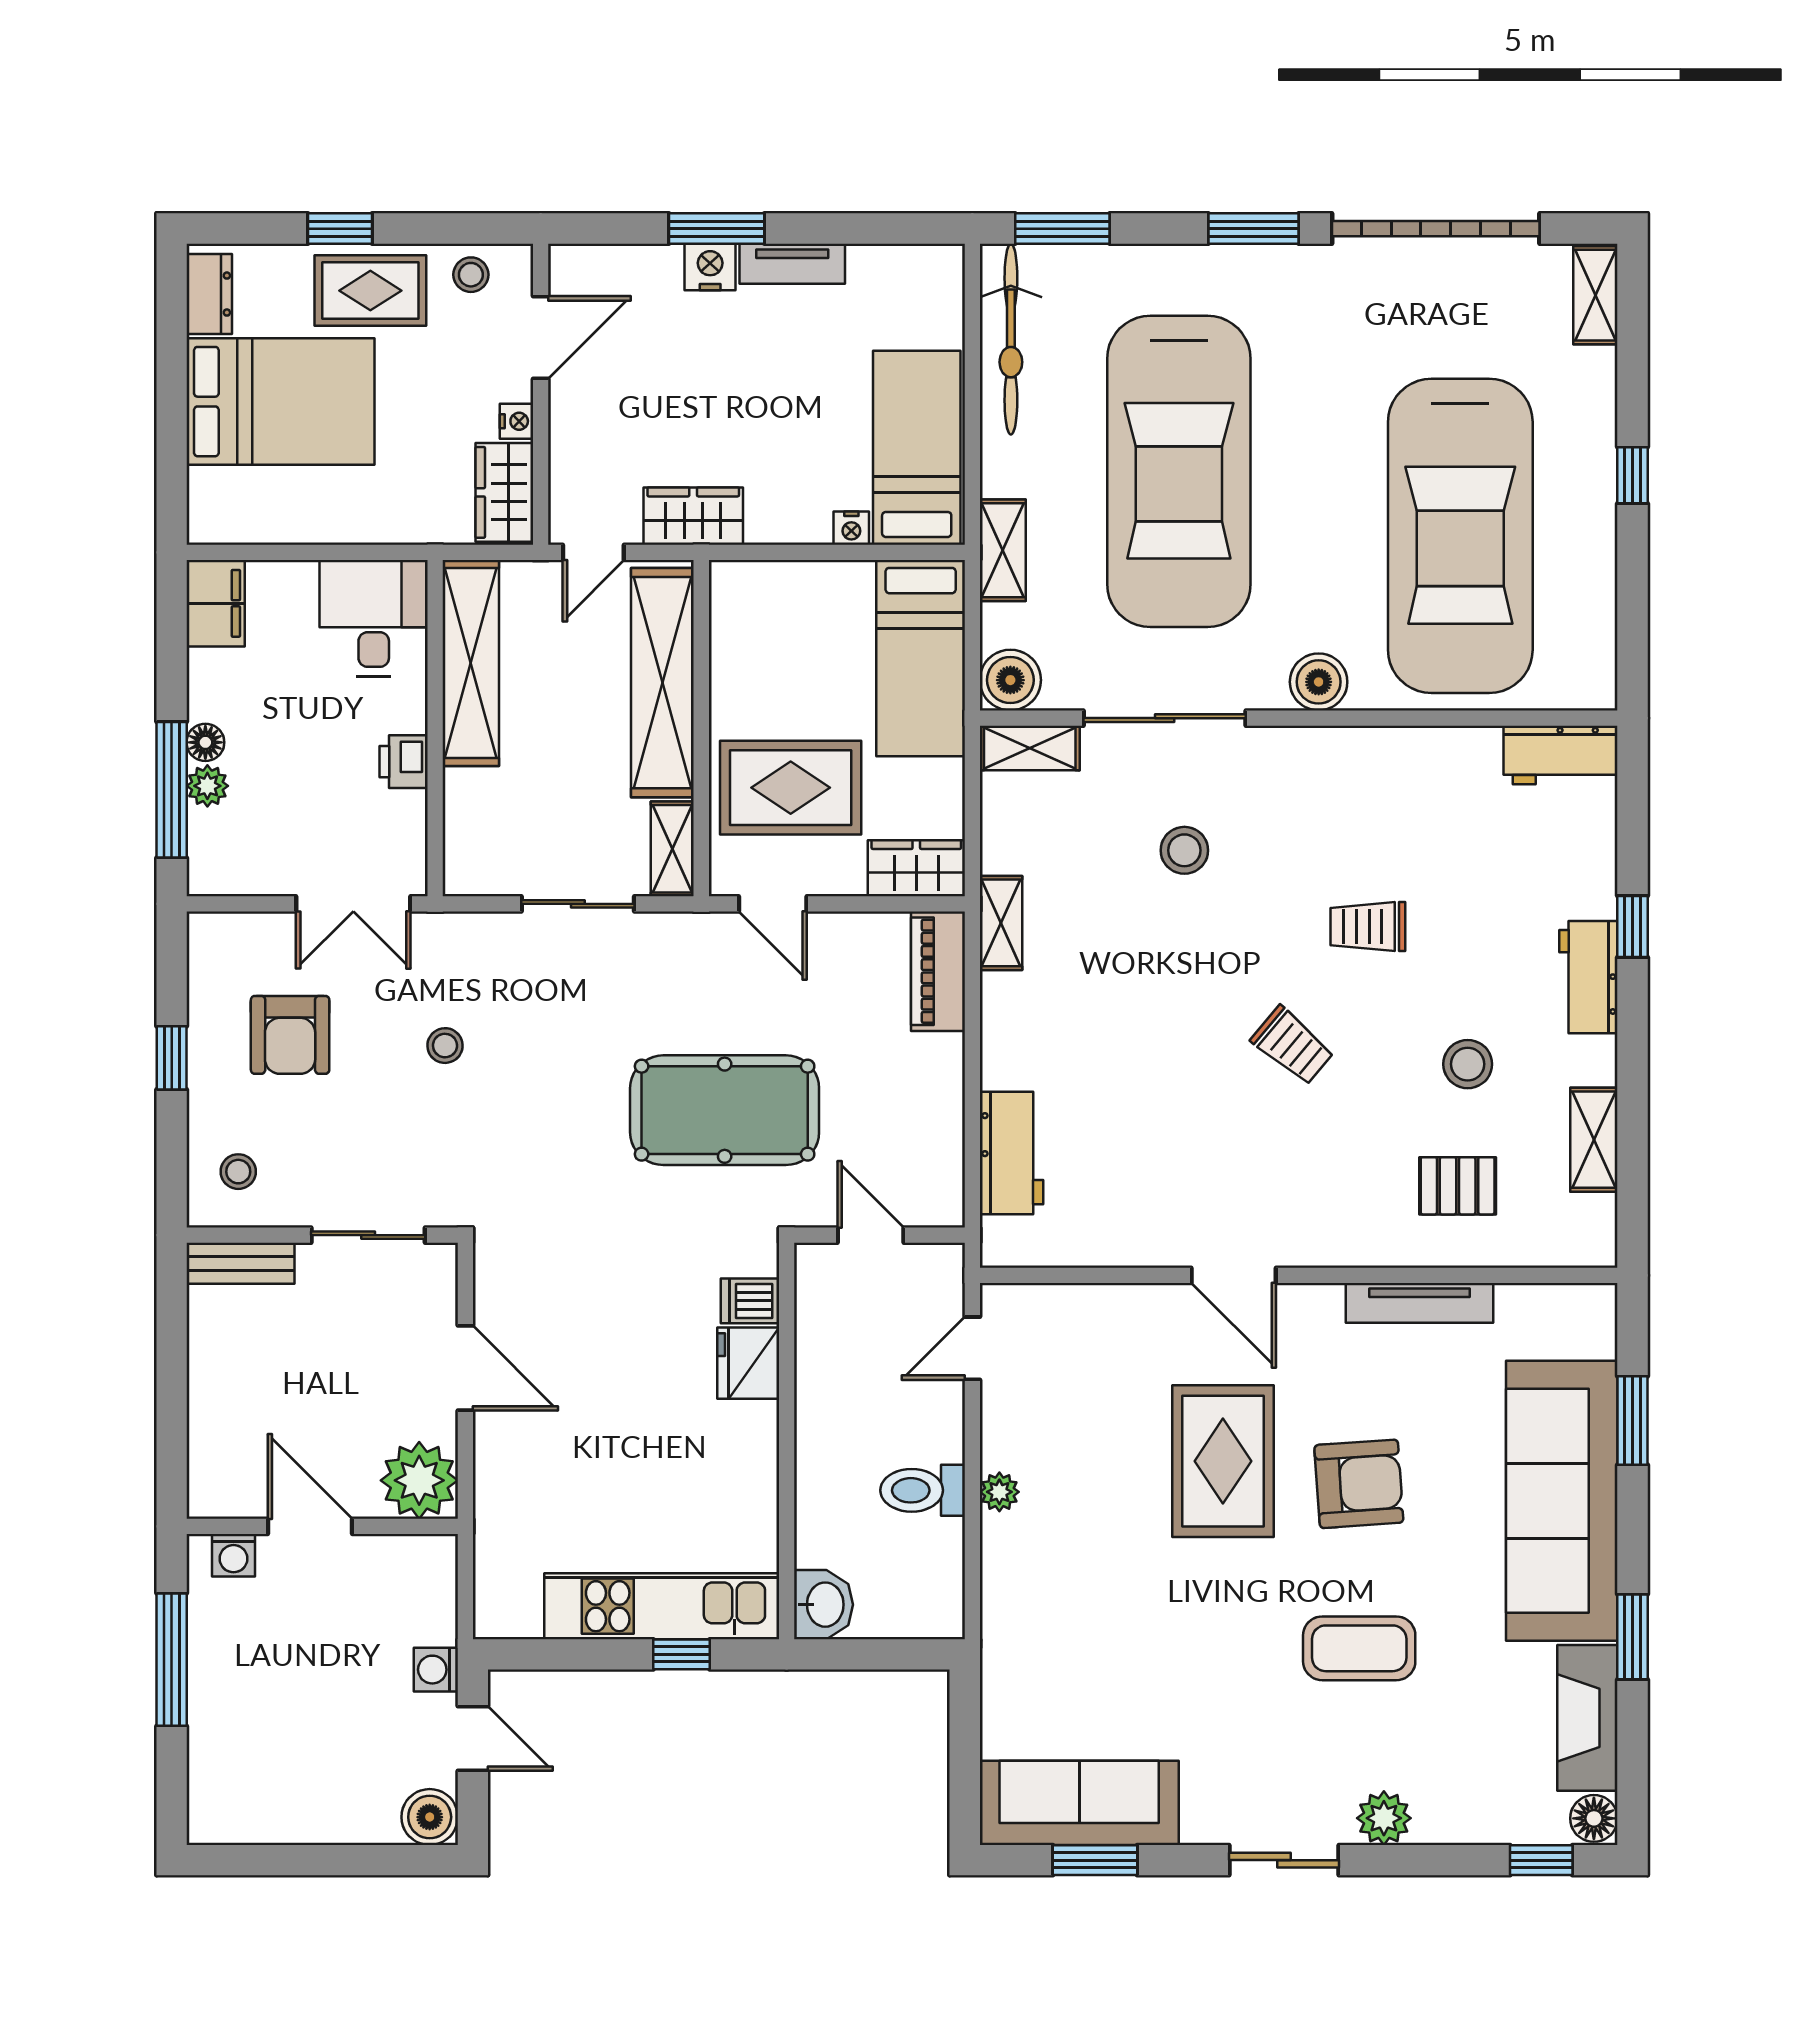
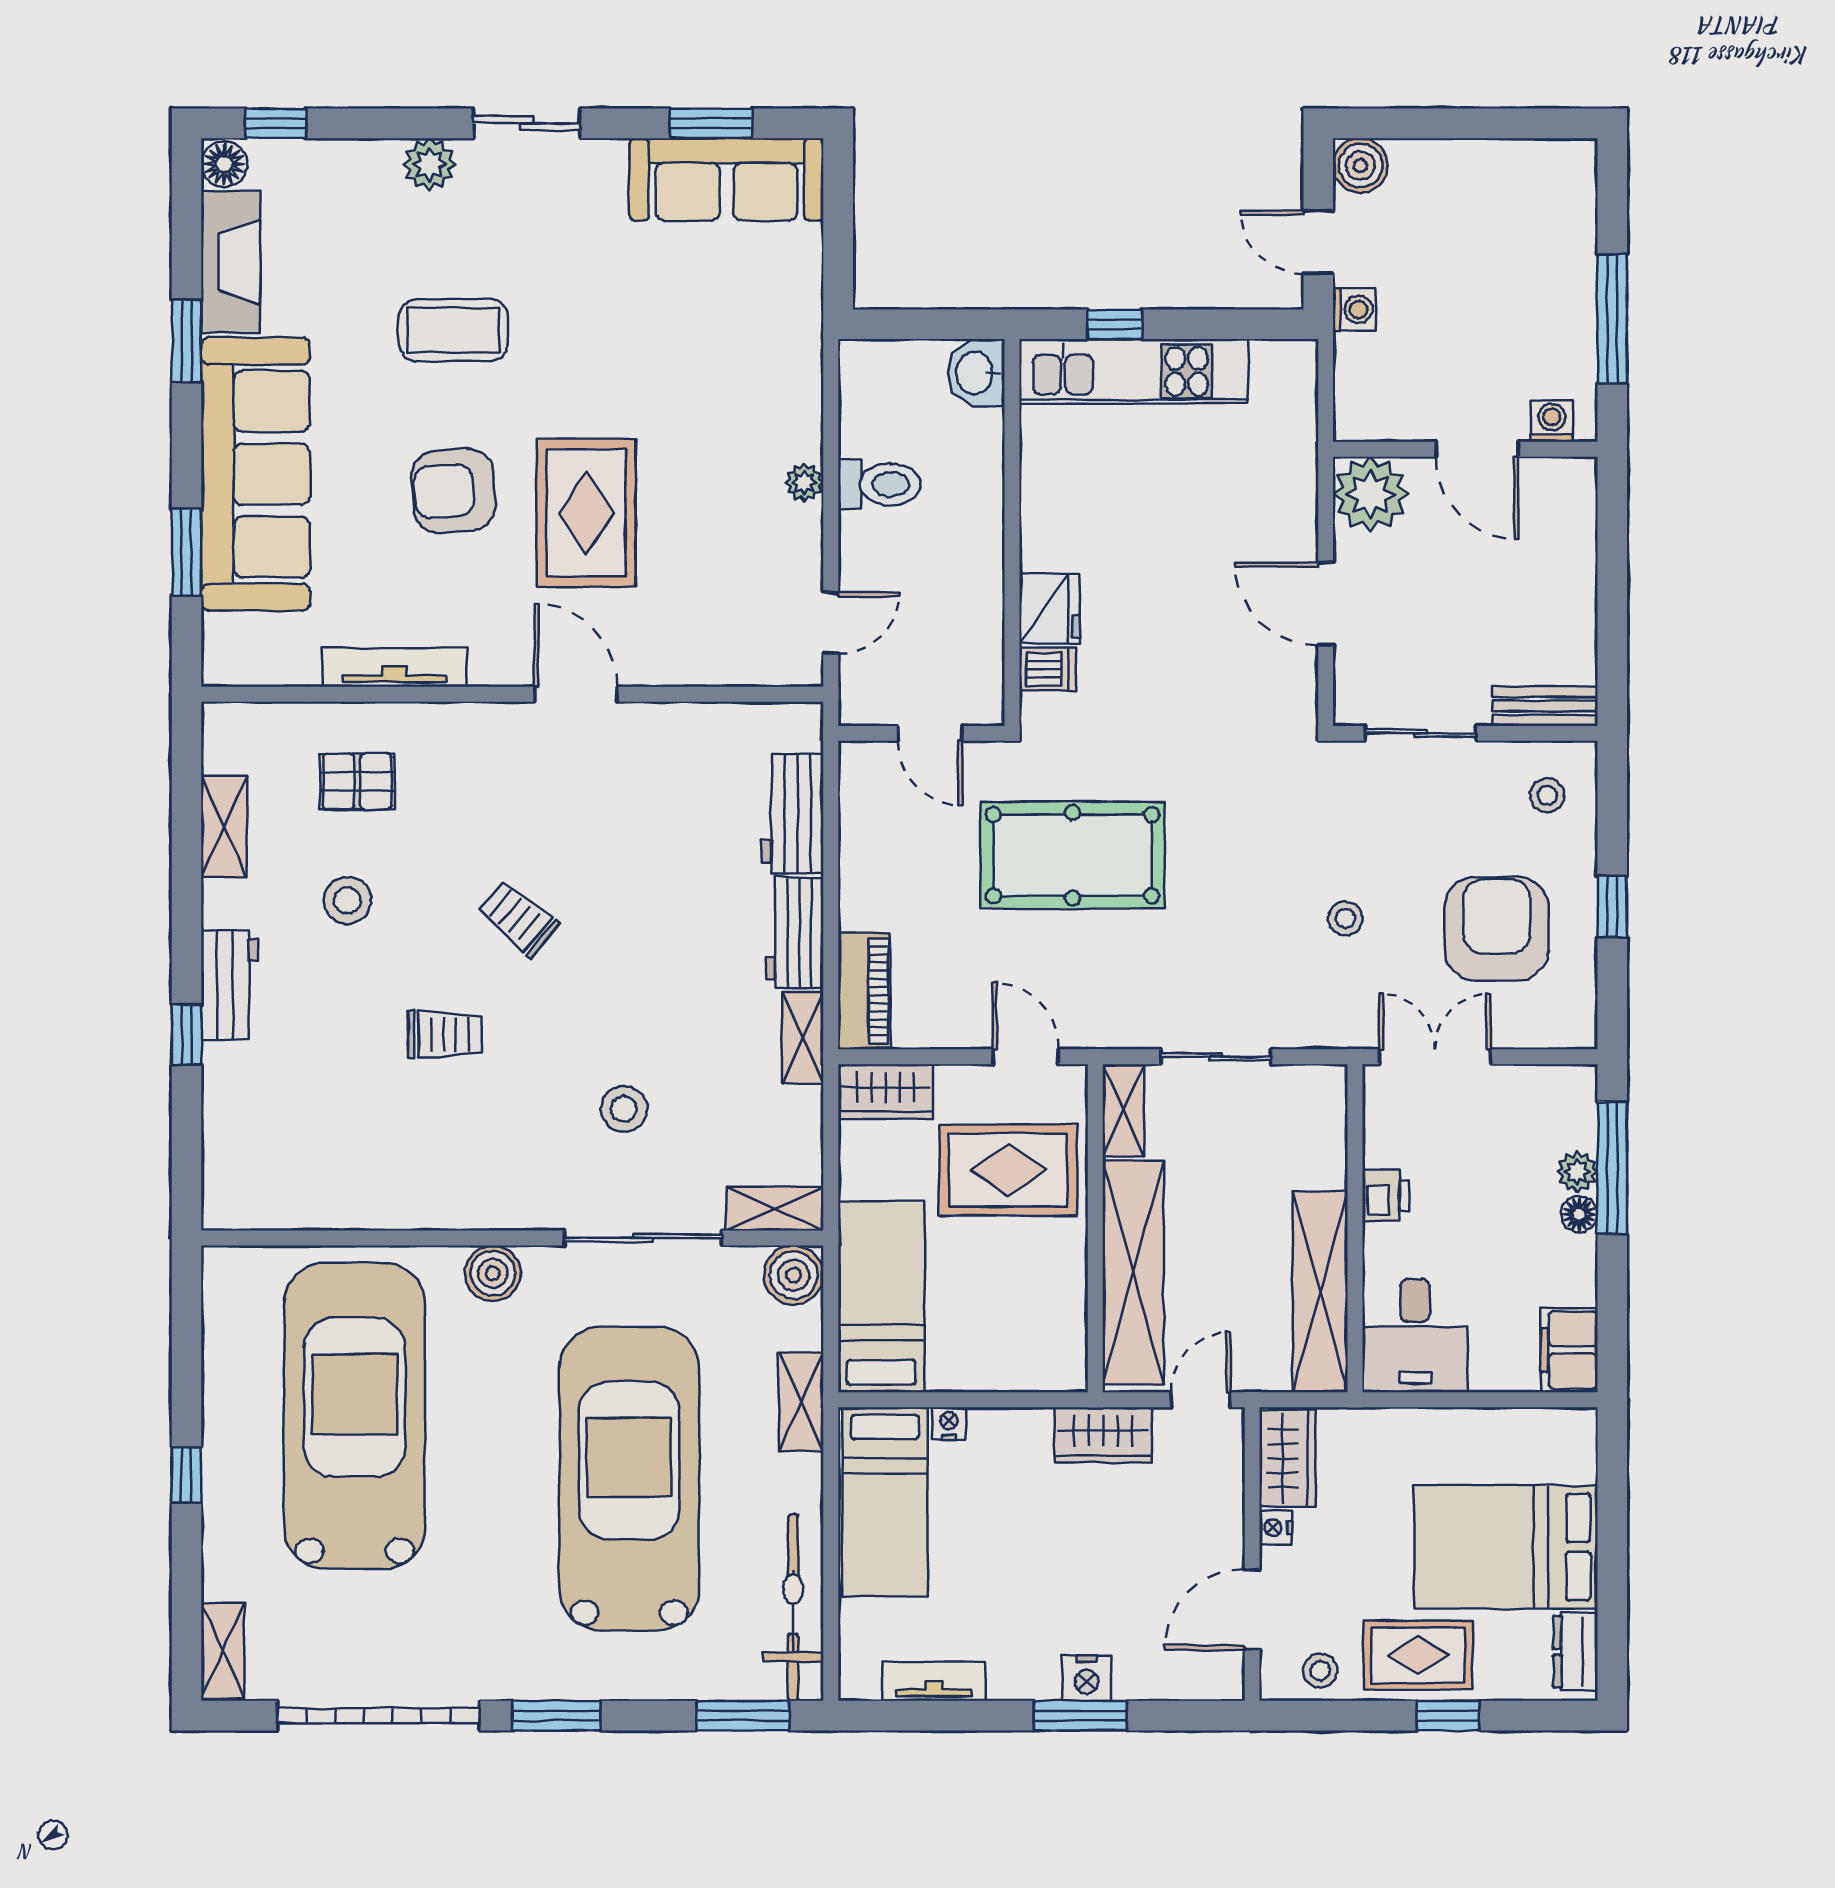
tv unit: (792, 264) -> (934, 1681), moved
workbench: (1561, 755) -> (795, 933), moved, turned -90
armchair: (290, 1035) -> (1497, 929), width x1.36, depth x1.36

